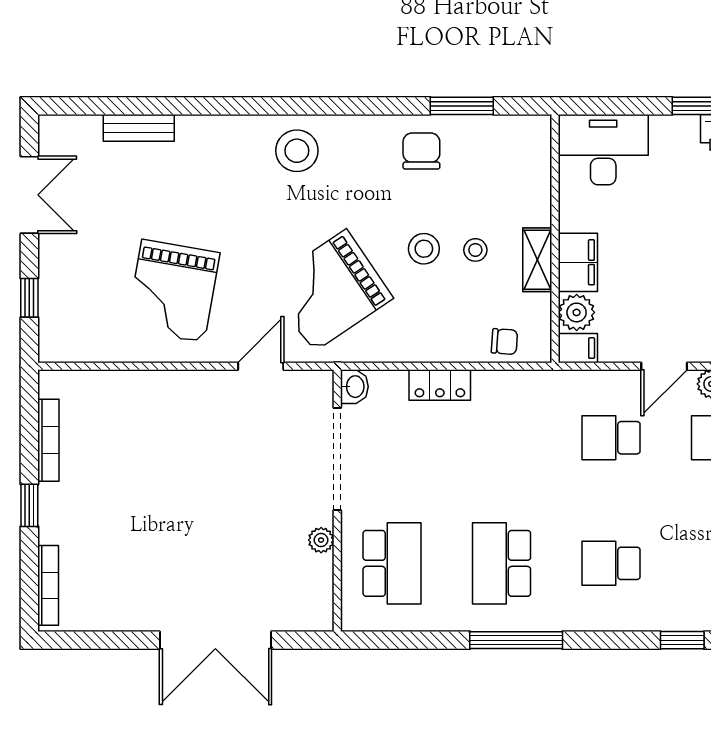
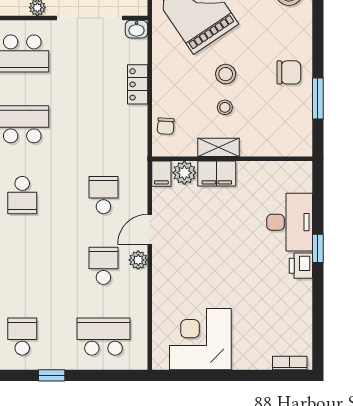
desk: (603, 150) -> (290, 222), moved
door: (664, 366) -> (150, 229), hinge flipped
school desk: (611, 563) -> (22, 195), turned 180

